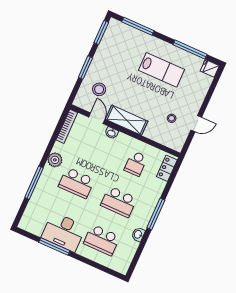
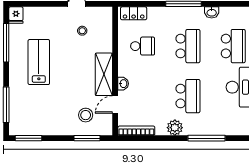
window: (85, 68) -> (87, 138), moved

